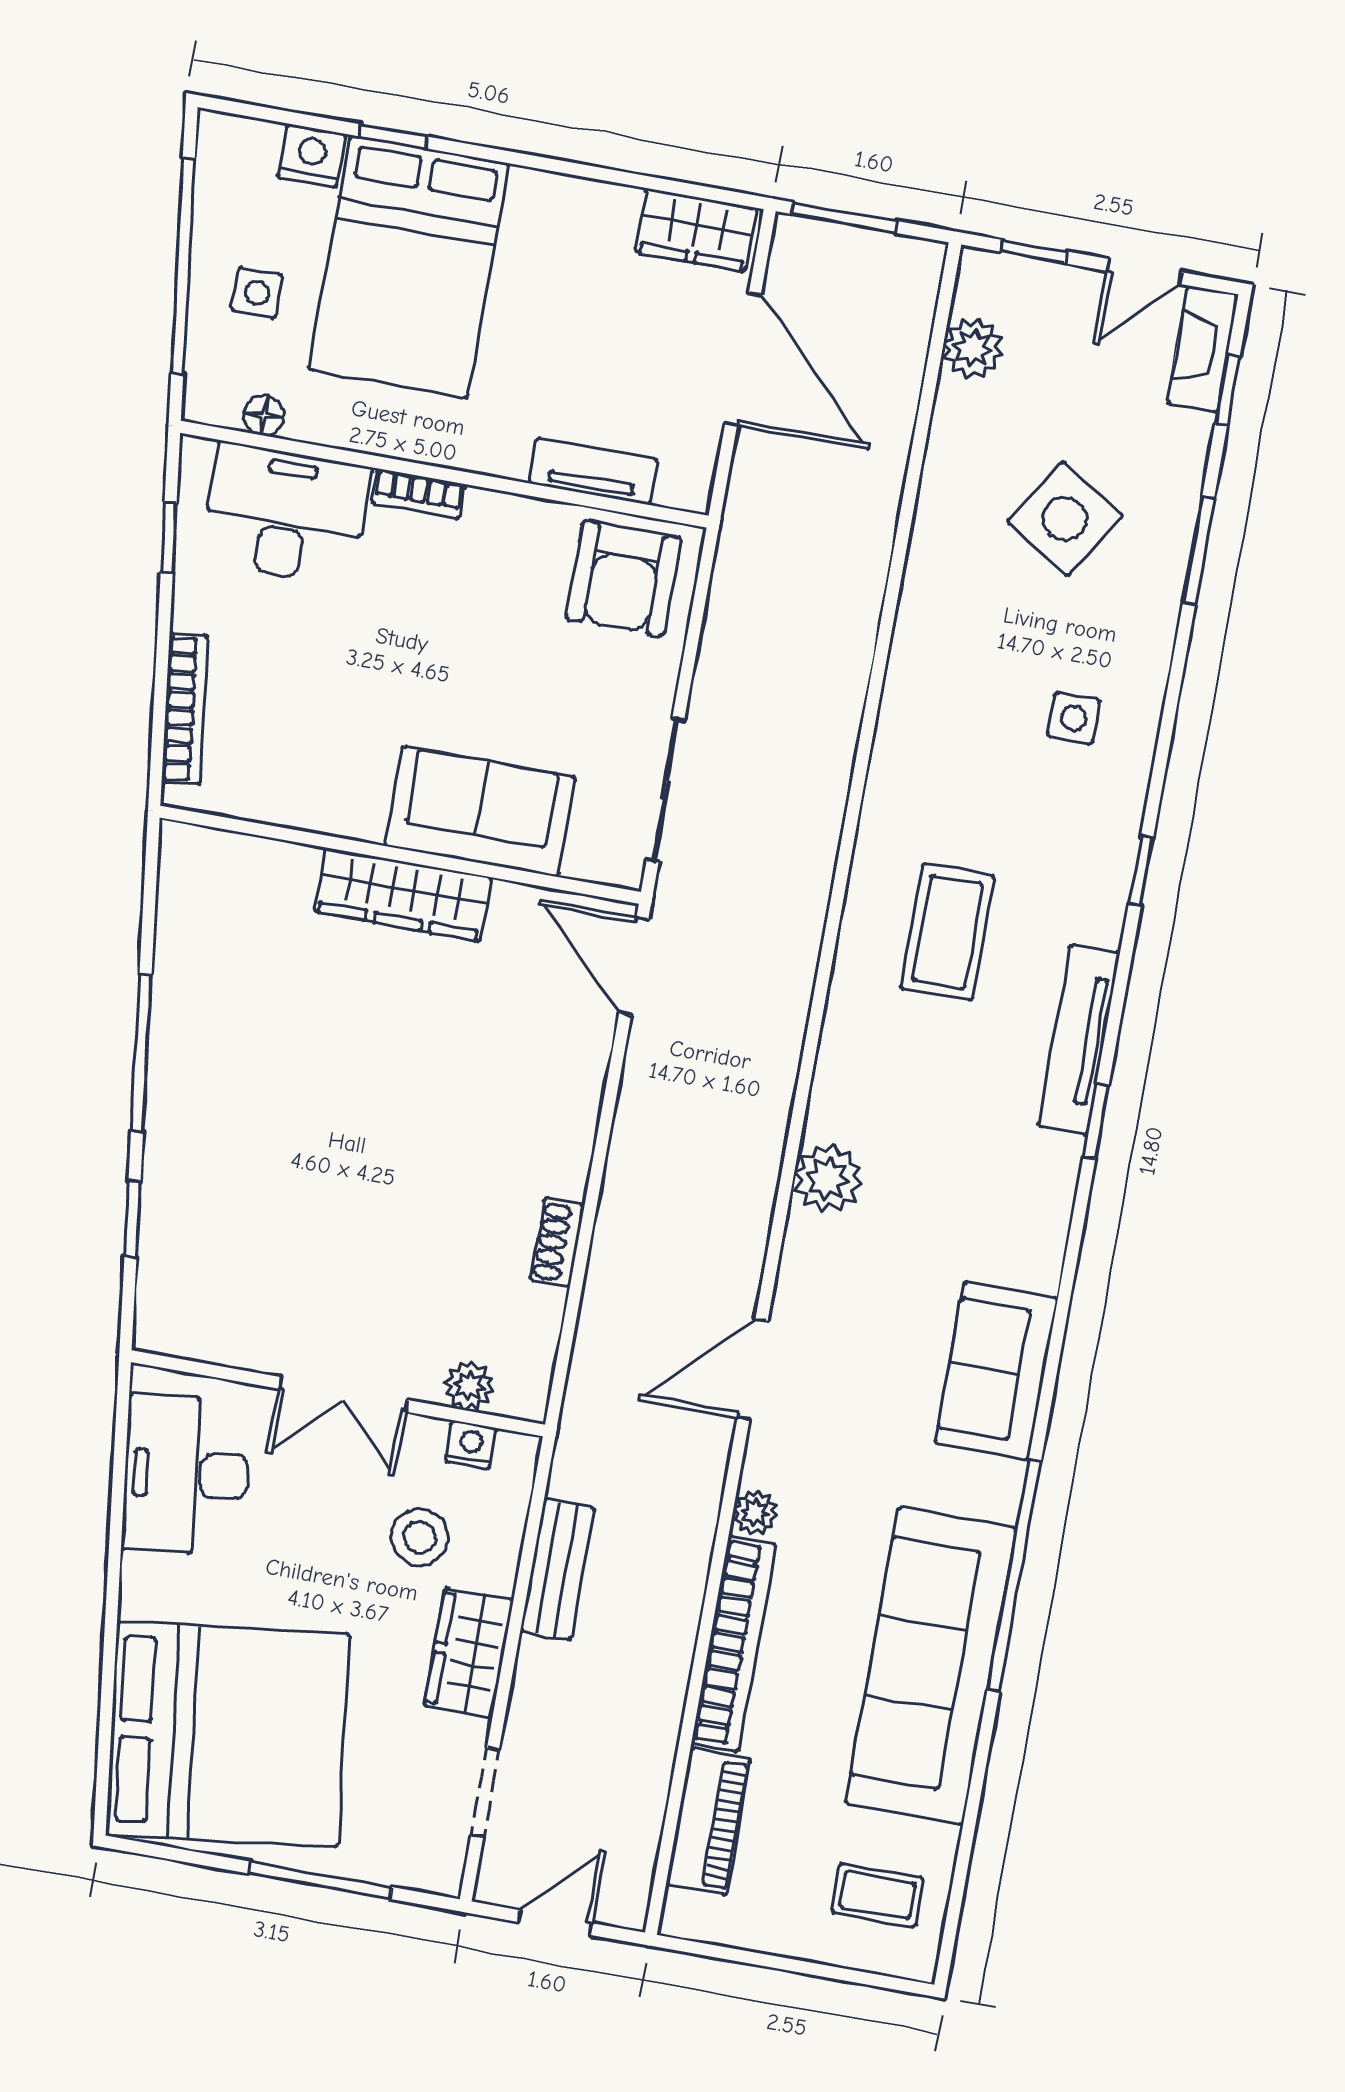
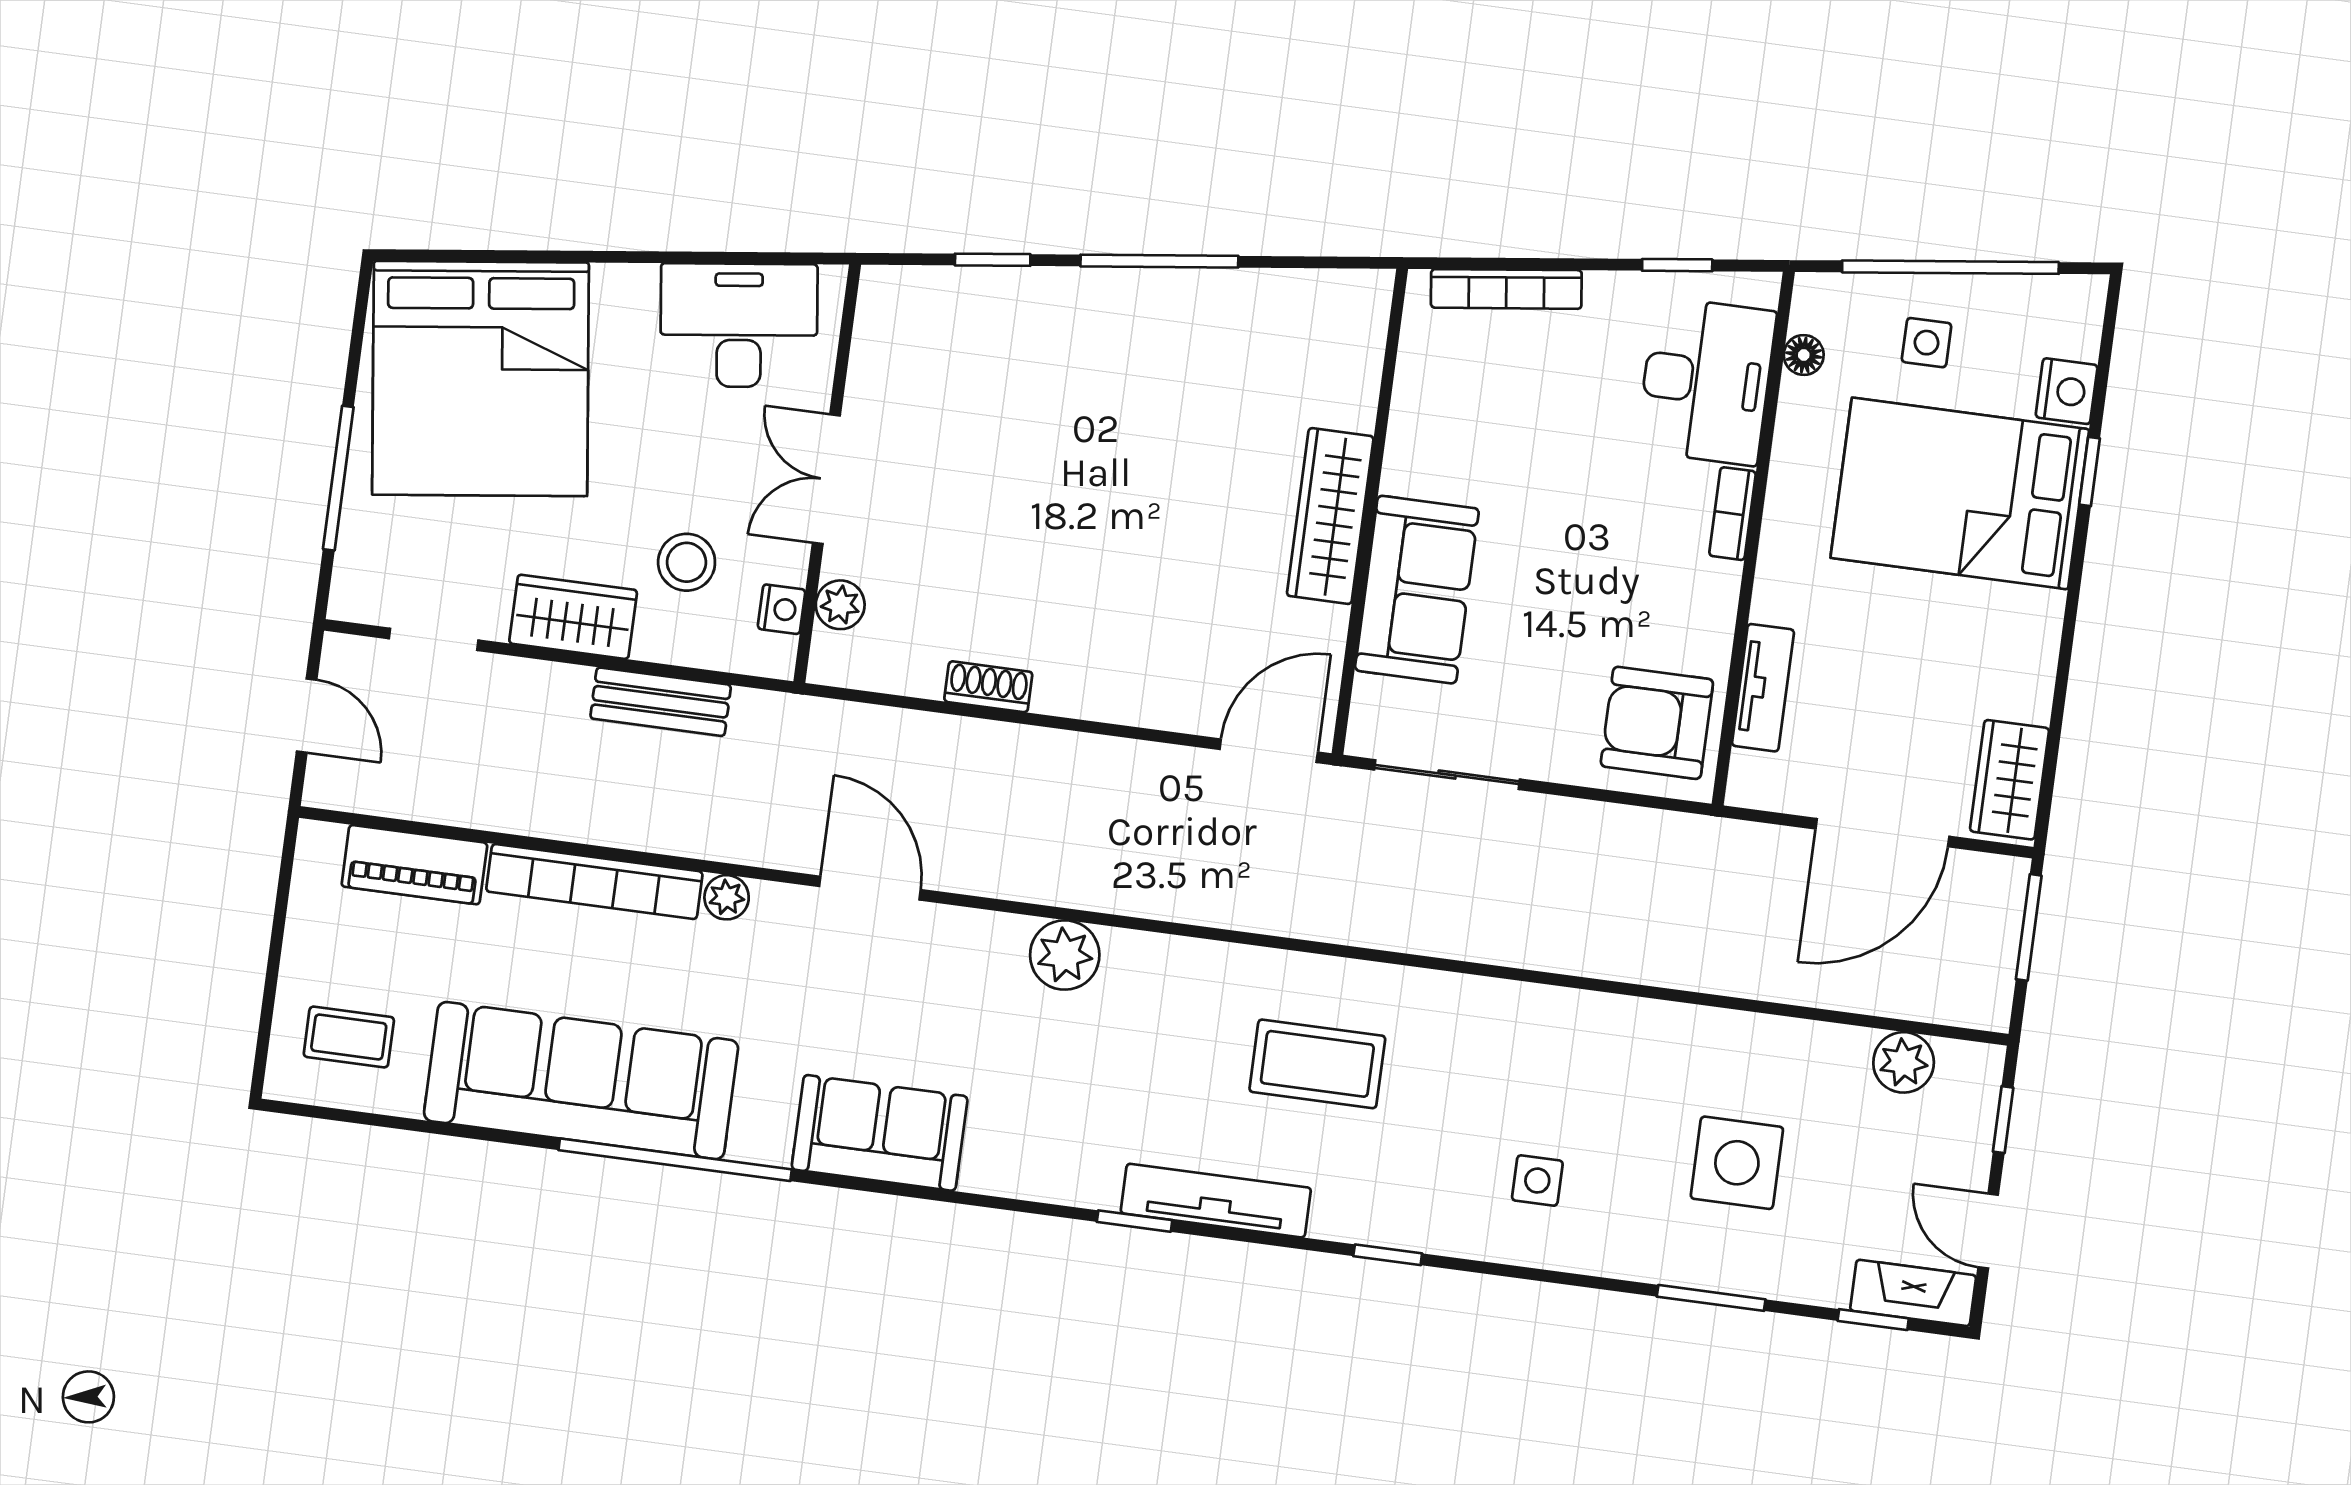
side table: (1065, 519) -> (1737, 1163), turned -32
coffee table: (877, 1895) -> (349, 1037), turned 90

